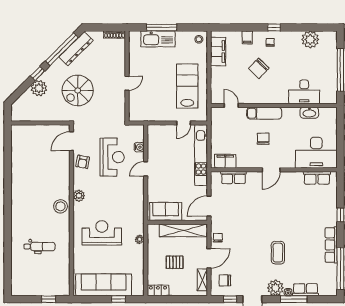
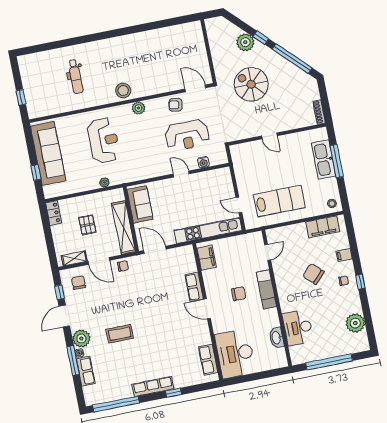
dresser: (76, 49) -> (296, 74), removed
row of seats: (233, 178) -> (194, 287), moved
row of seats: (331, 245) -> (153, 387), moved

